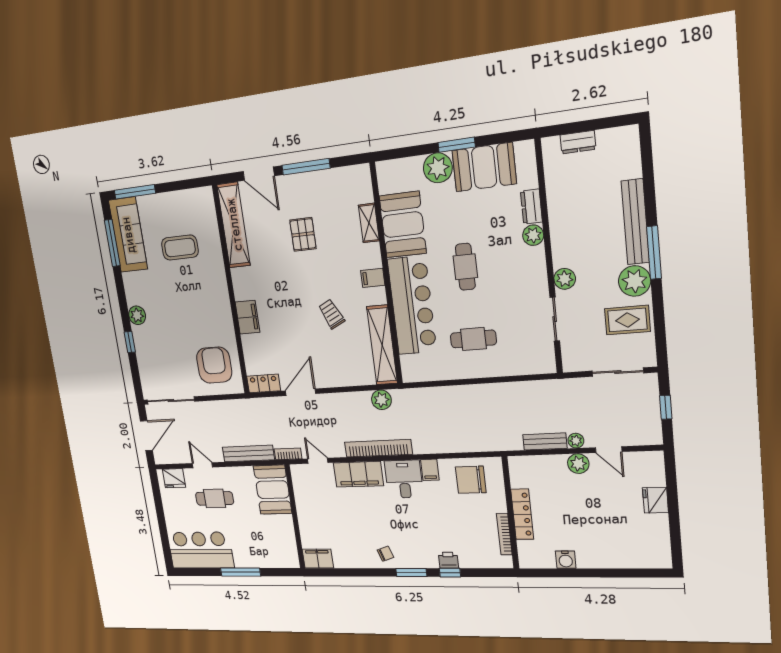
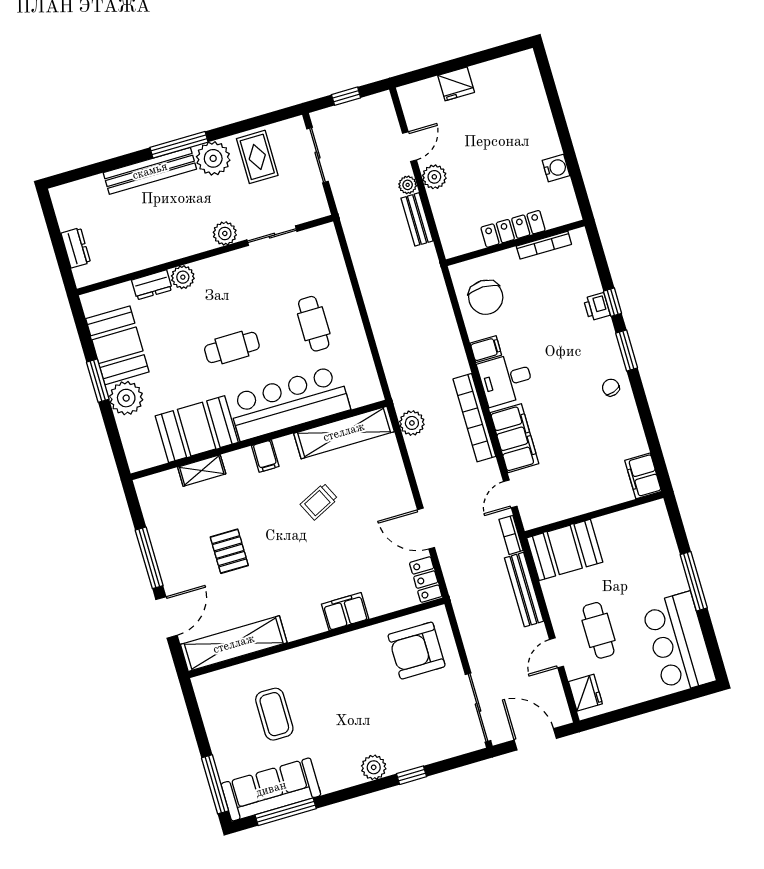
pallet: (303, 234) -> (229, 551), turned 90

